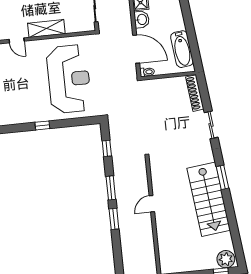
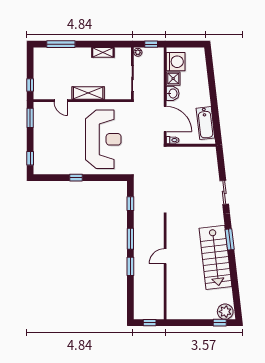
shoe rack: (195, 93) -> (213, 163), removed

